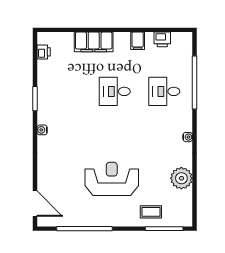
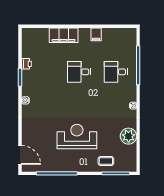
printer: (162, 39) -> (114, 33), removed
printer: (44, 52) -> (26, 64), moved

